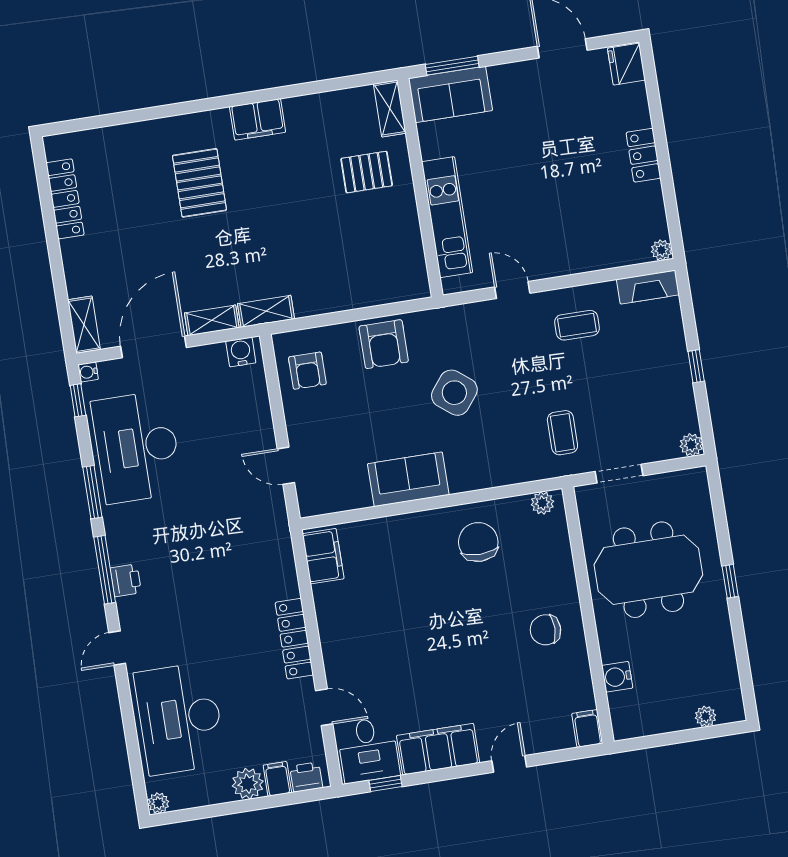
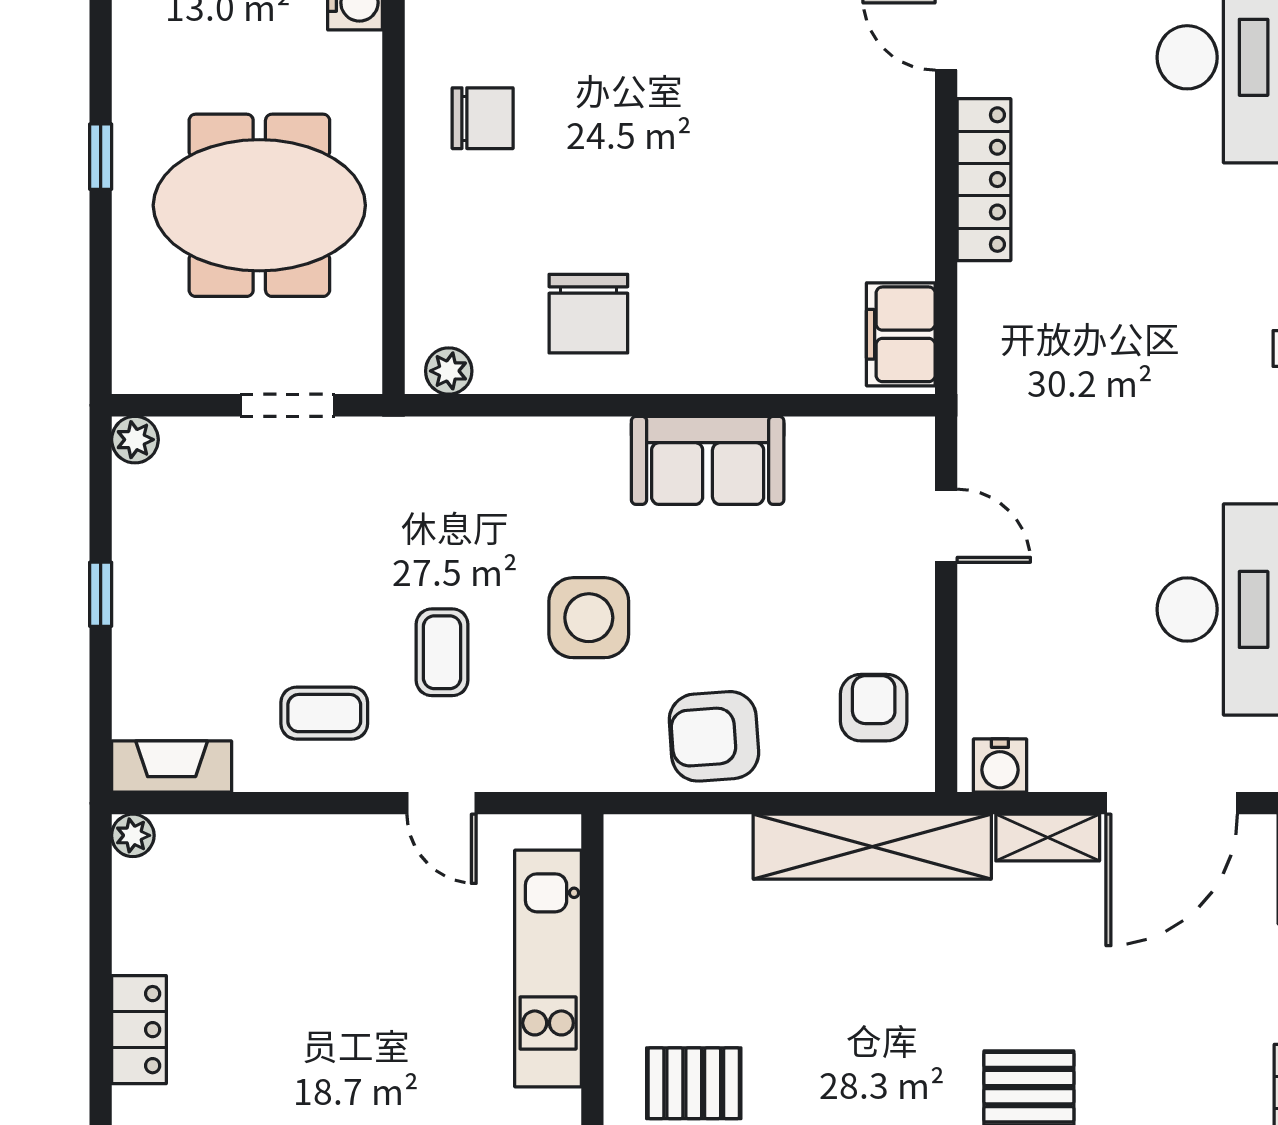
shelving: (266, 311) -> (872, 847), width x2.20, depth x1.33
armchair: (384, 344) -> (714, 736), turned -94
side table: (454, 393) -> (589, 618), turned -38
coffee table: (562, 433) -> (442, 652), moved

